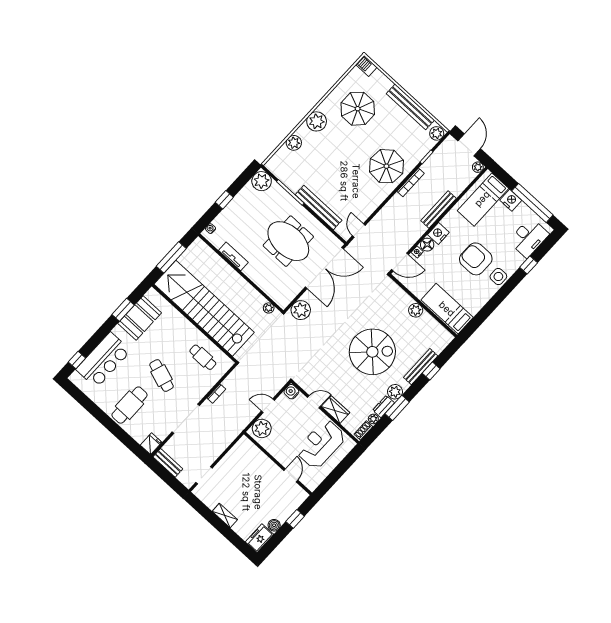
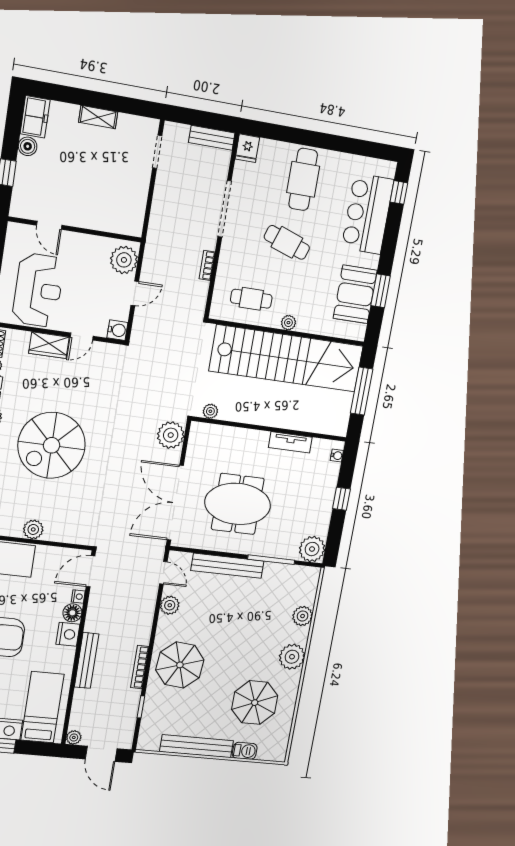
barbecue: (366, 66) -> (245, 751), moved
plant: (437, 133) -> (170, 605), moved
plant: (190, 328) -> (288, 323), added

